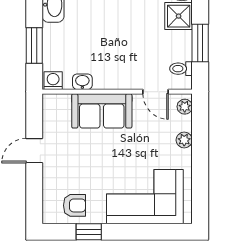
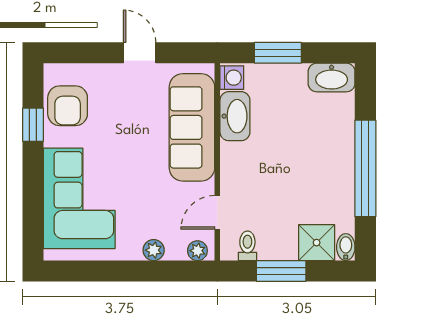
washbasin: (82, 82) -> (235, 116), width x1.91, depth x1.45
sofa: (102, 111) -> (192, 127), width x1.36
armchair: (74, 205) -> (68, 106), width x1.38, depth x1.38

